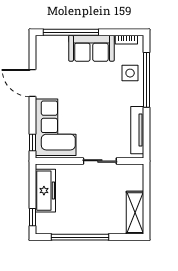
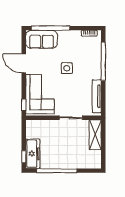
sofa: (91, 48) -> (42, 39), moved
side table: (130, 73) -> (67, 68), moved
freezer: (45, 191) -> (33, 154), moved
shelving: (135, 213) -> (95, 135), moved

